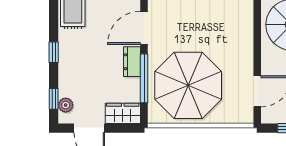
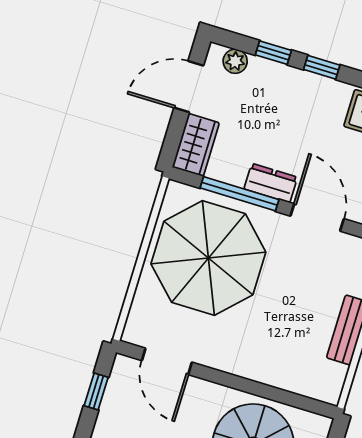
window: (54, 99) -> (273, 53), moved

